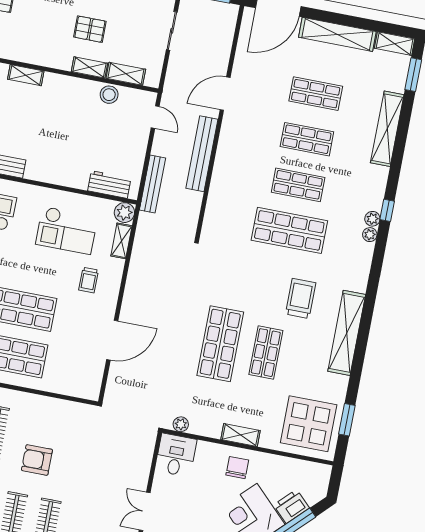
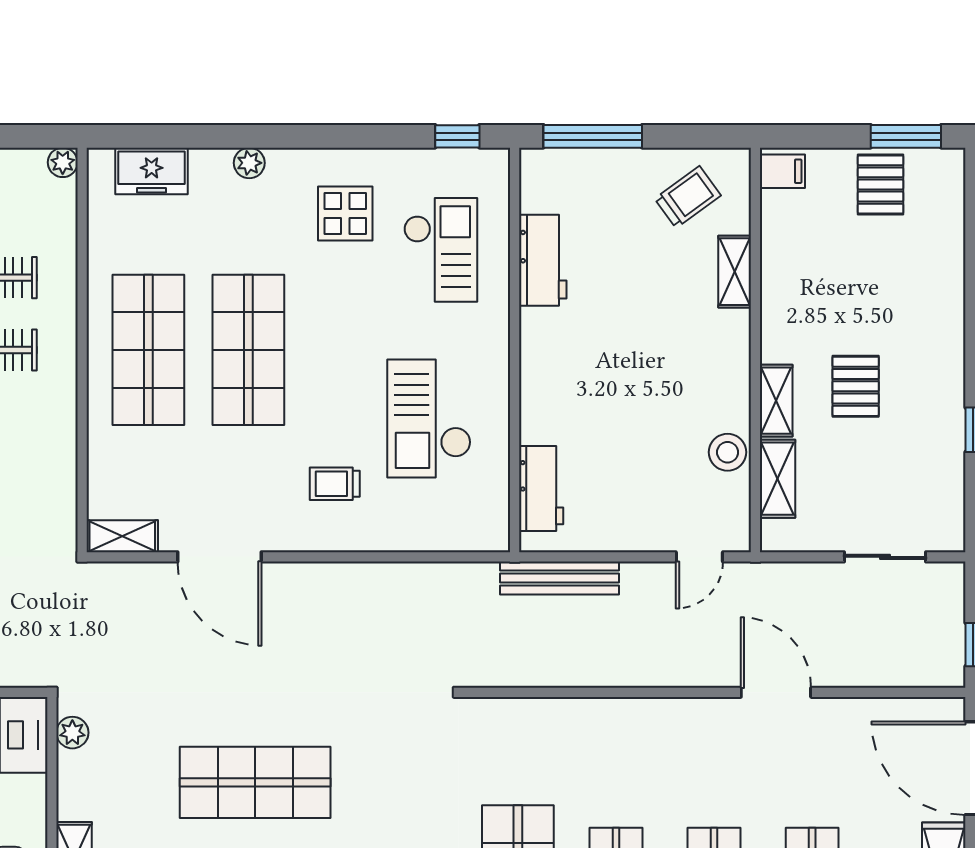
bench: (202, 154) -> (642, 668), removed
plant: (124, 213) -> (489, 531), removed
shelving: (121, 241) -> (122, 536), moved

